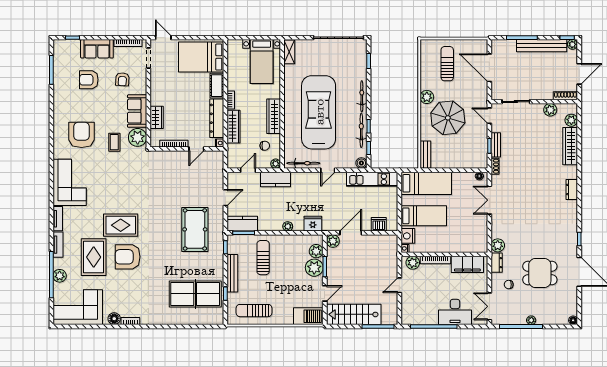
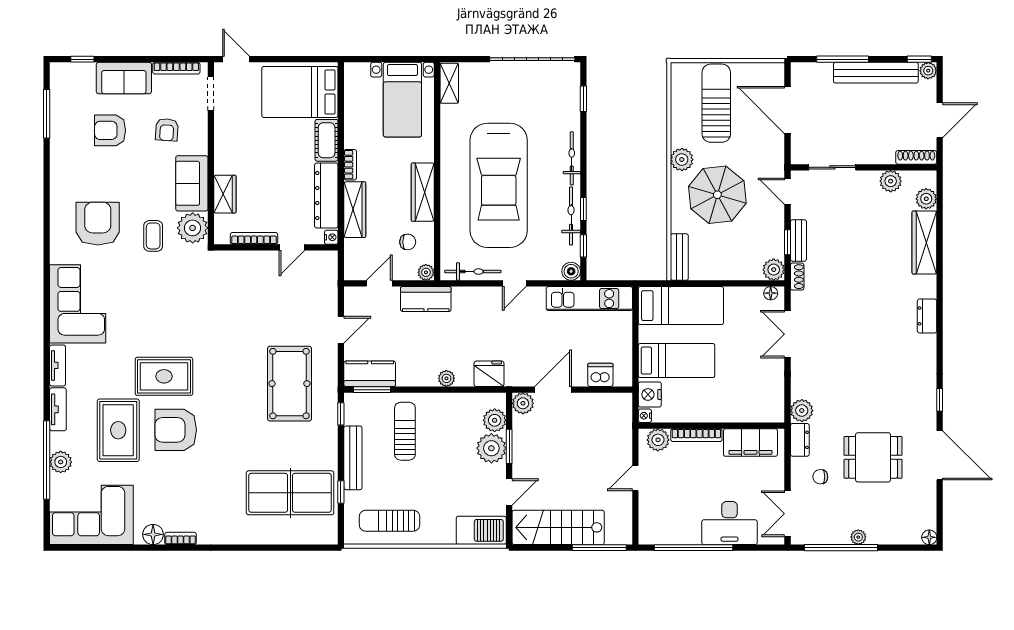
sun lounger: (447, 64) -> (716, 103), width x1.36, depth x1.34
car: (319, 112) -> (499, 185), turned 180
plant: (481, 162) -> (774, 270), added

